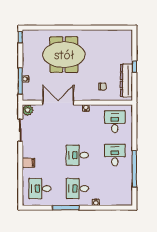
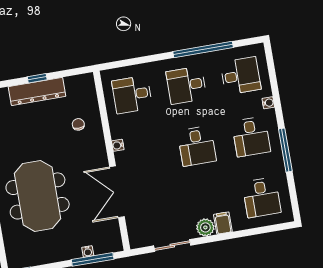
dresser: (126, 80) -> (37, 92), moved
plant: (28, 110) -> (205, 227), moved
desk: (115, 189) -> (241, 76), added

